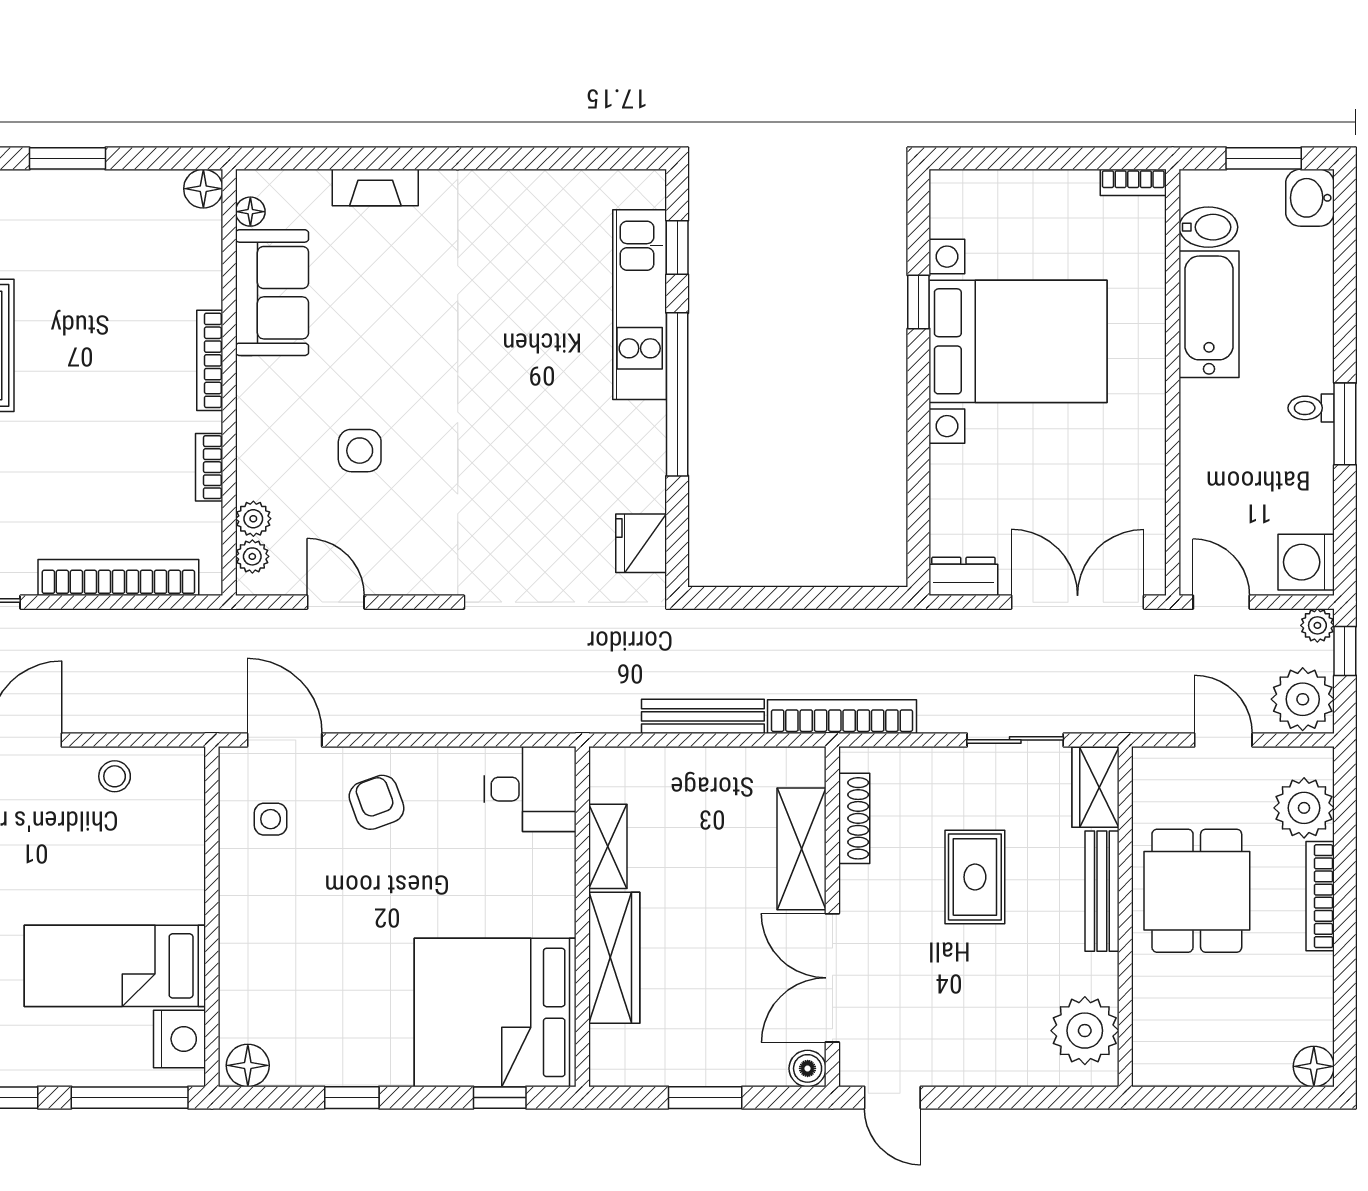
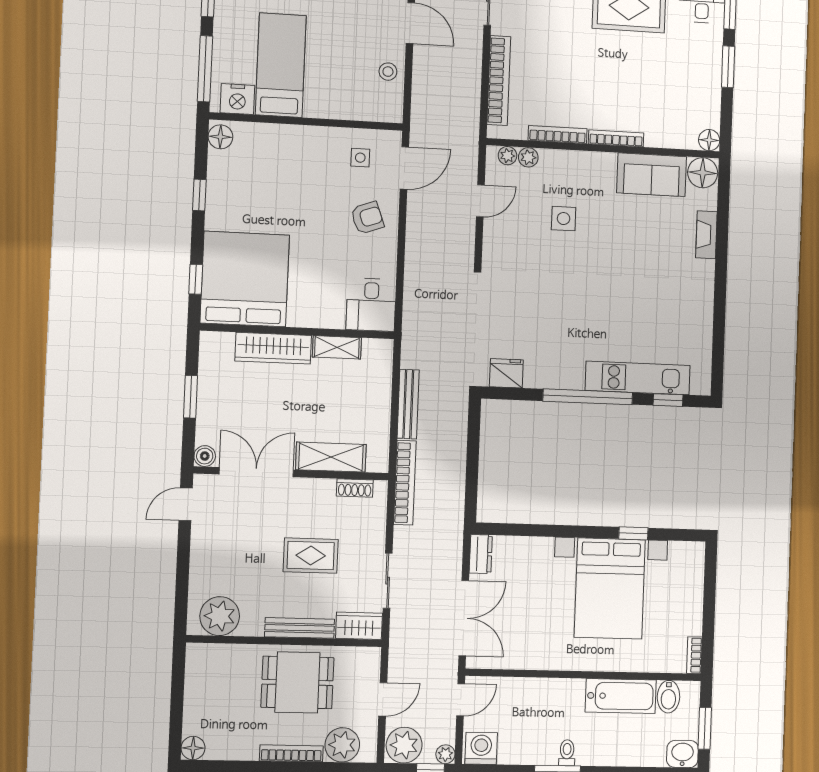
floor lamp: (250, 212) -> (703, 173), width x1.89, depth x1.89
bookcase: (209, 467) -> (558, 135), width x1.56
shoe rack: (854, 818) -> (355, 488), width x0.70

